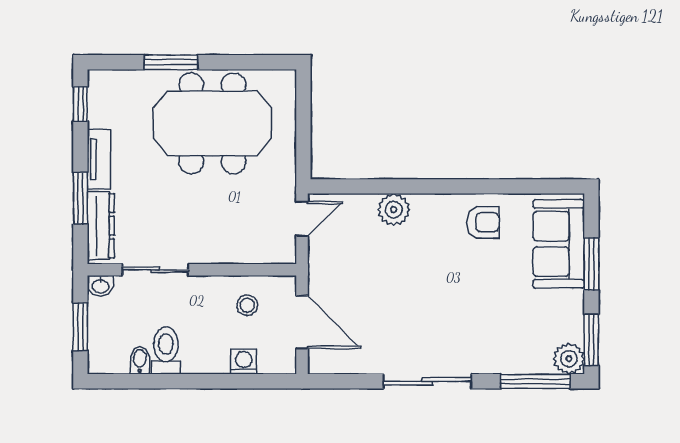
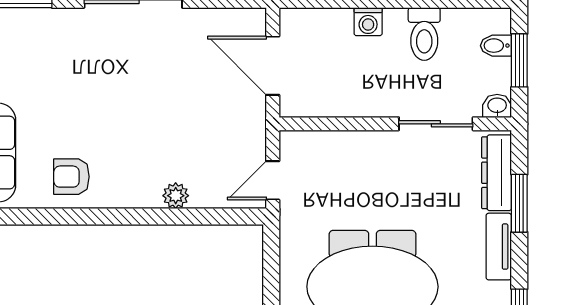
plant: (394, 210) -> (176, 196), width x0.73, depth x0.73
stool: (247, 305) -> (334, 84), removed
bidet: (140, 360) -> (496, 46), moved, turned 90
washing machine: (244, 362) -> (368, 22), moved

